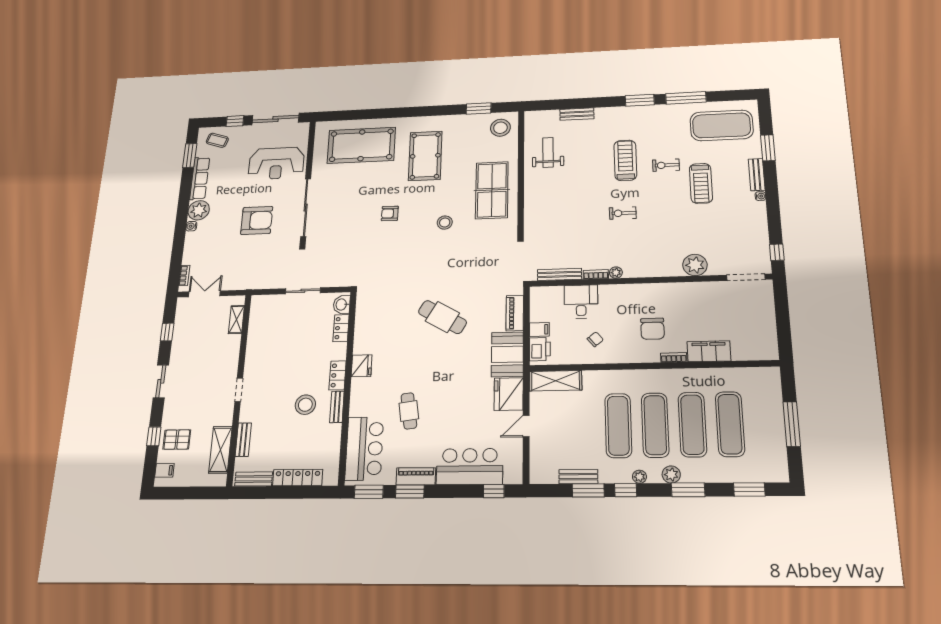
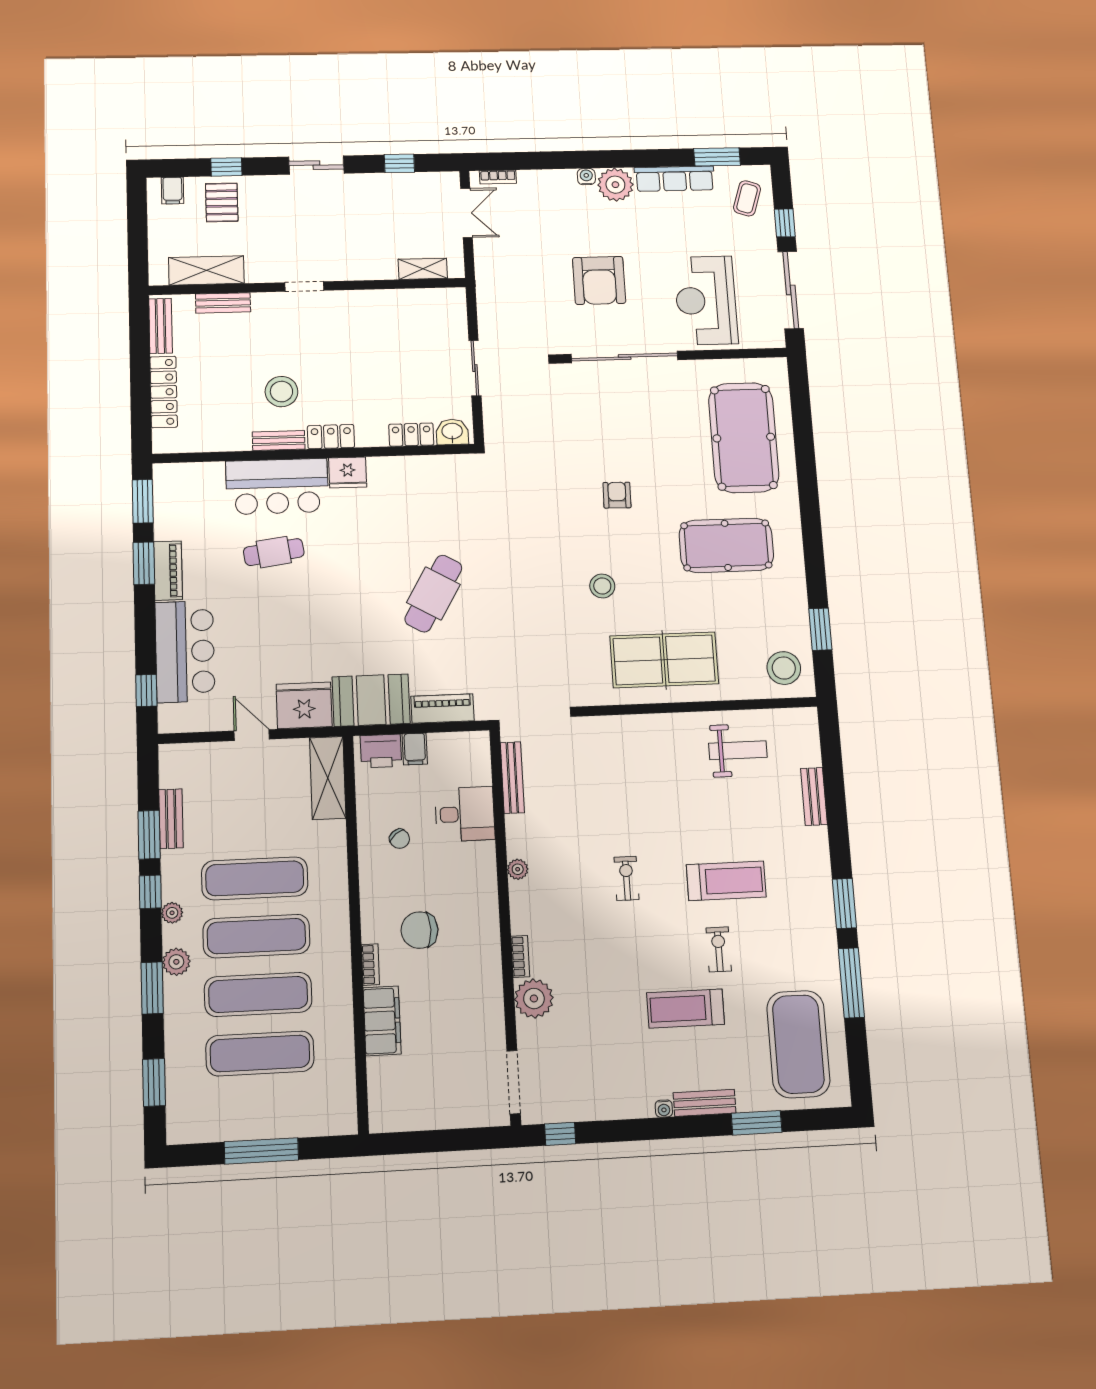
bookcase: (596, 274) -> (520, 956), moved
bar counter: (364, 448) -> (277, 486), moved

